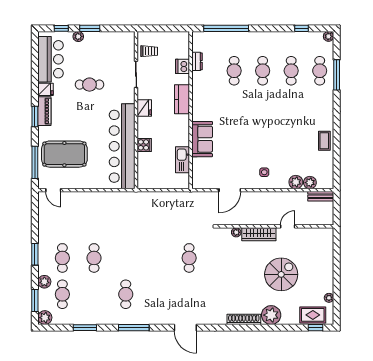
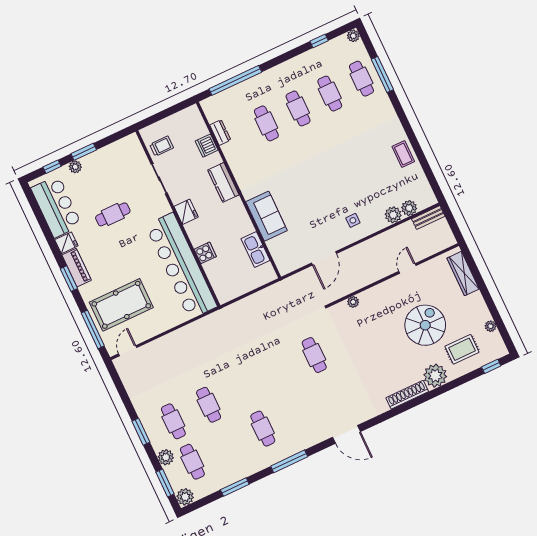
door: (53, 190) -> (128, 351), swing flipped
wardrobe: (259, 234) -> (463, 274), moved, turned 90
rug: (313, 315) -> (462, 349), moved

